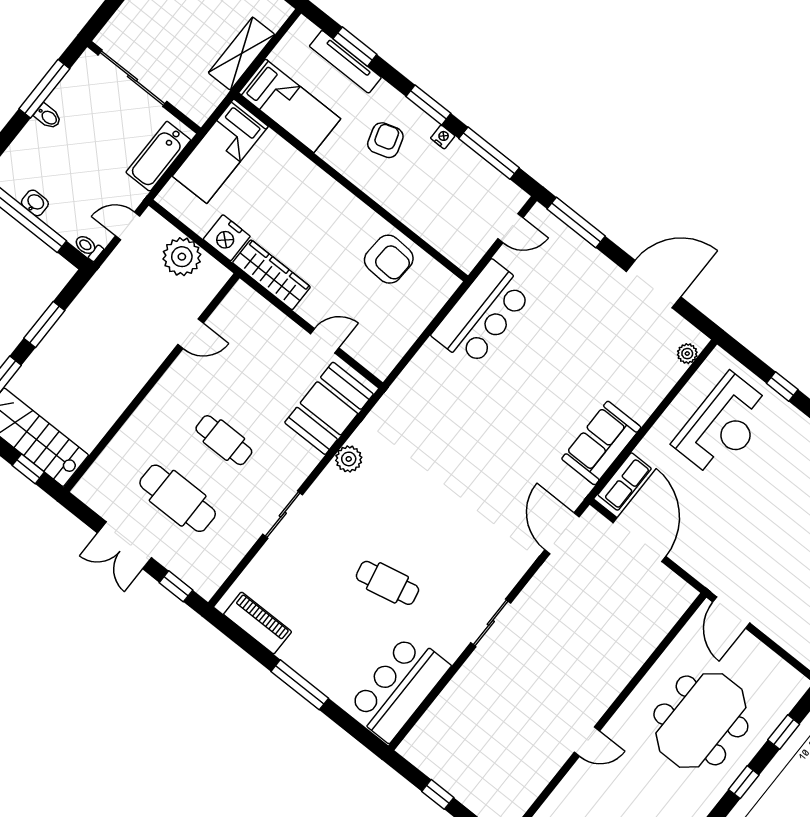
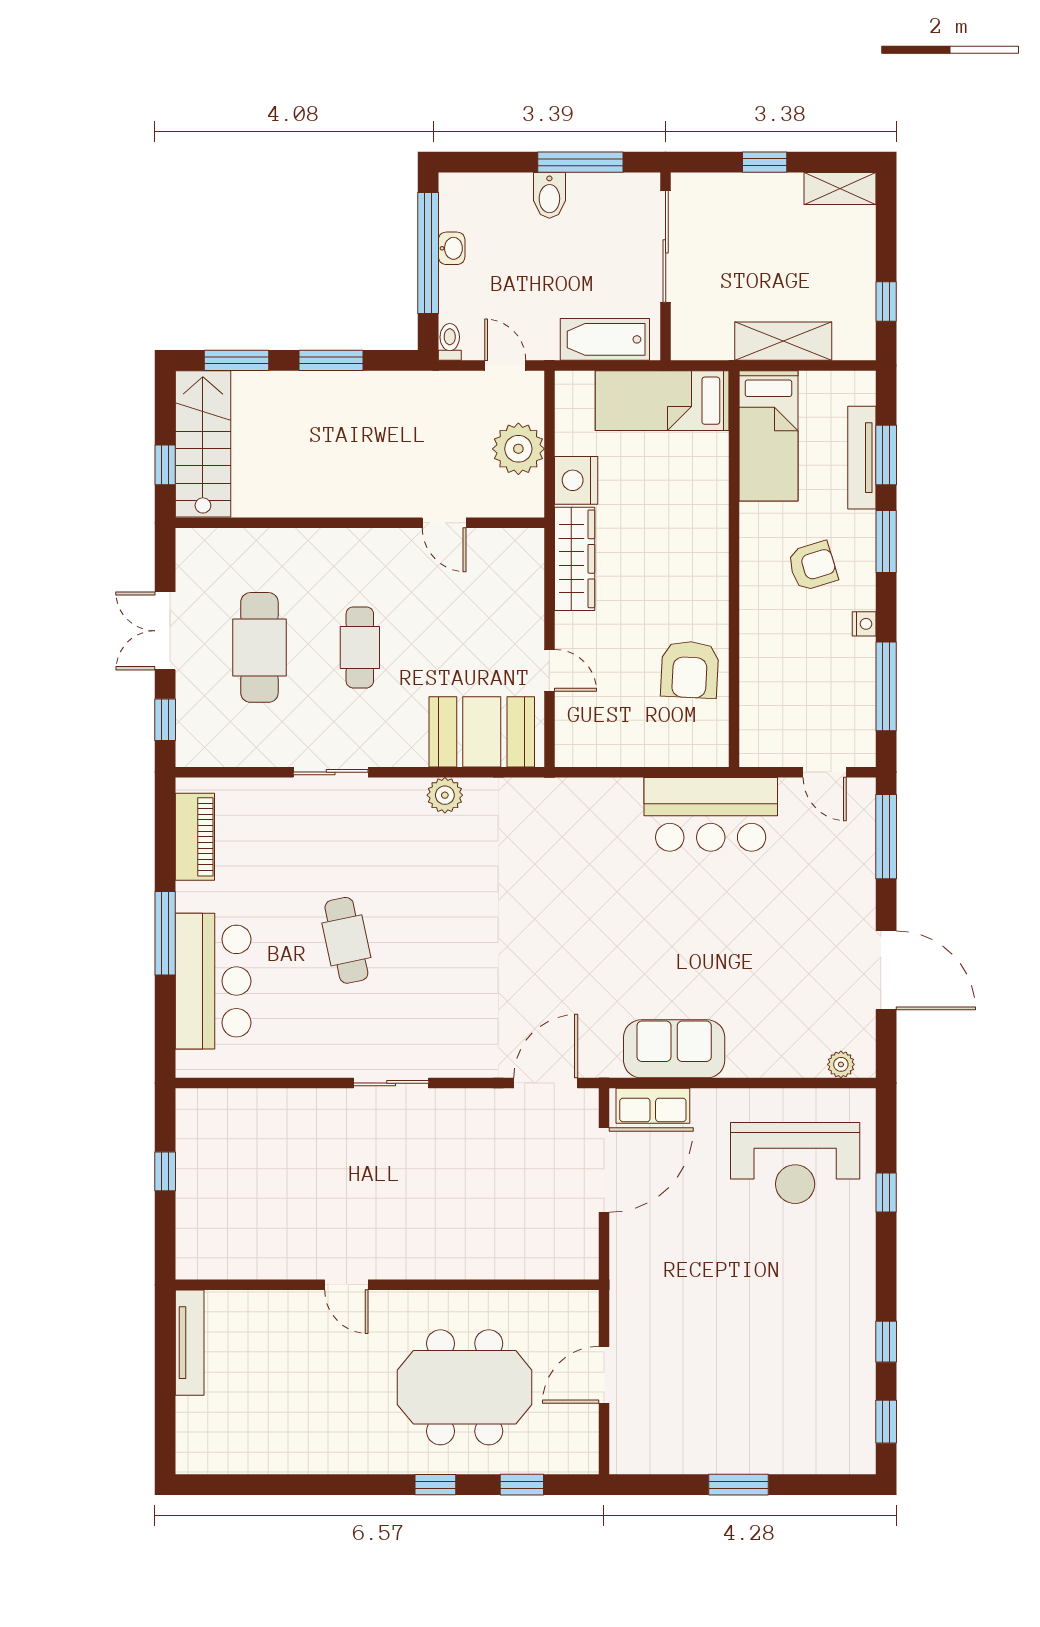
window: (428, 105) -> (886, 542), moved
bidet: (48, 117) -> (549, 195), width x1.38, depth x1.36
door: (731, 613) -> (604, 1375), moved
bar counter: (399, 688) -> (213, 981), moved, turned 90

